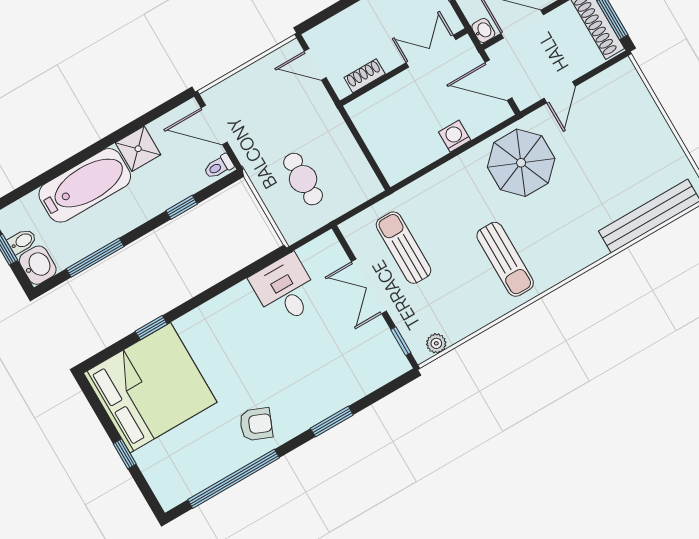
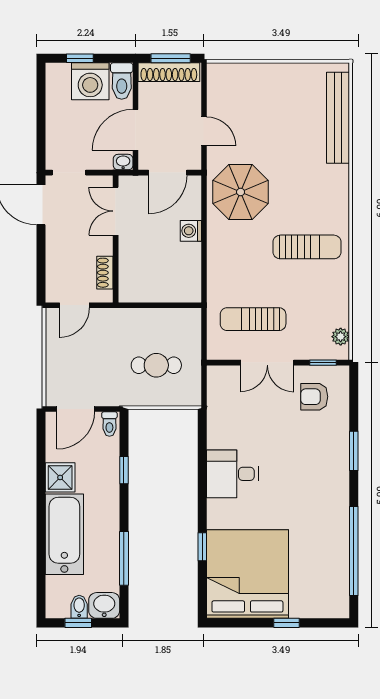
desk: (285, 289) -> (232, 474), moved
armchair: (256, 424) -> (314, 397), moved, turned -112

